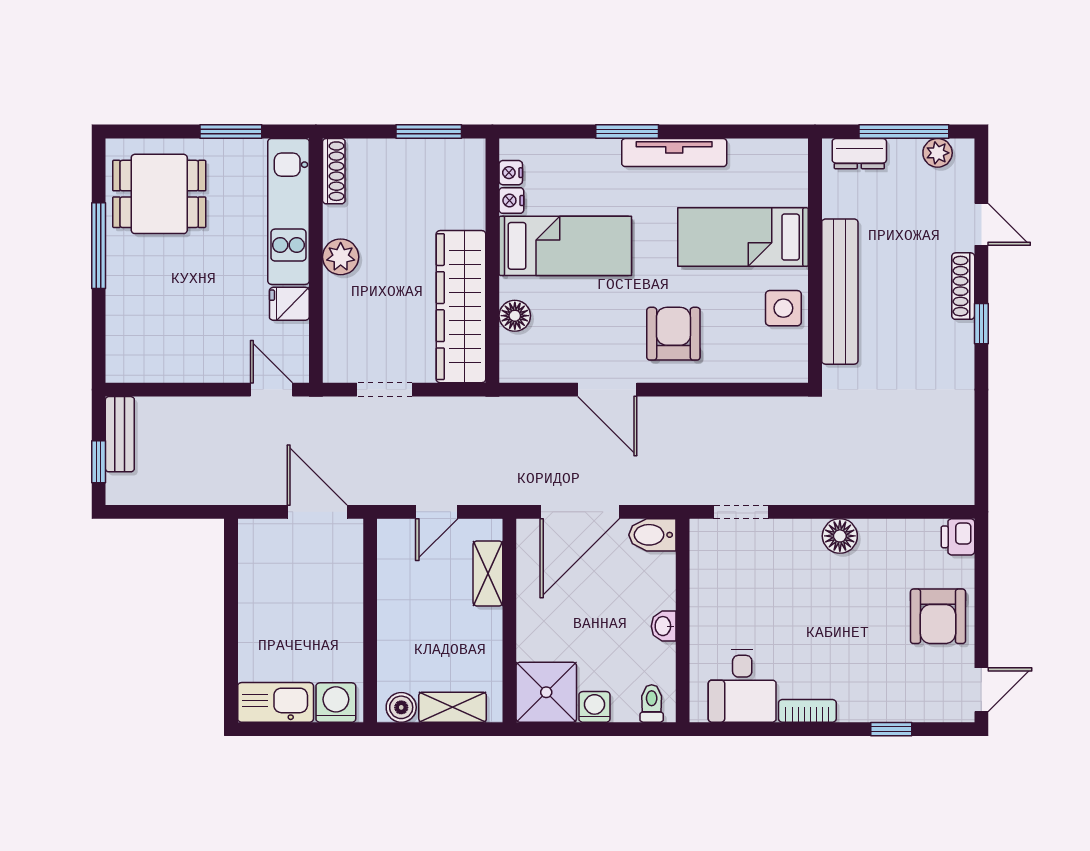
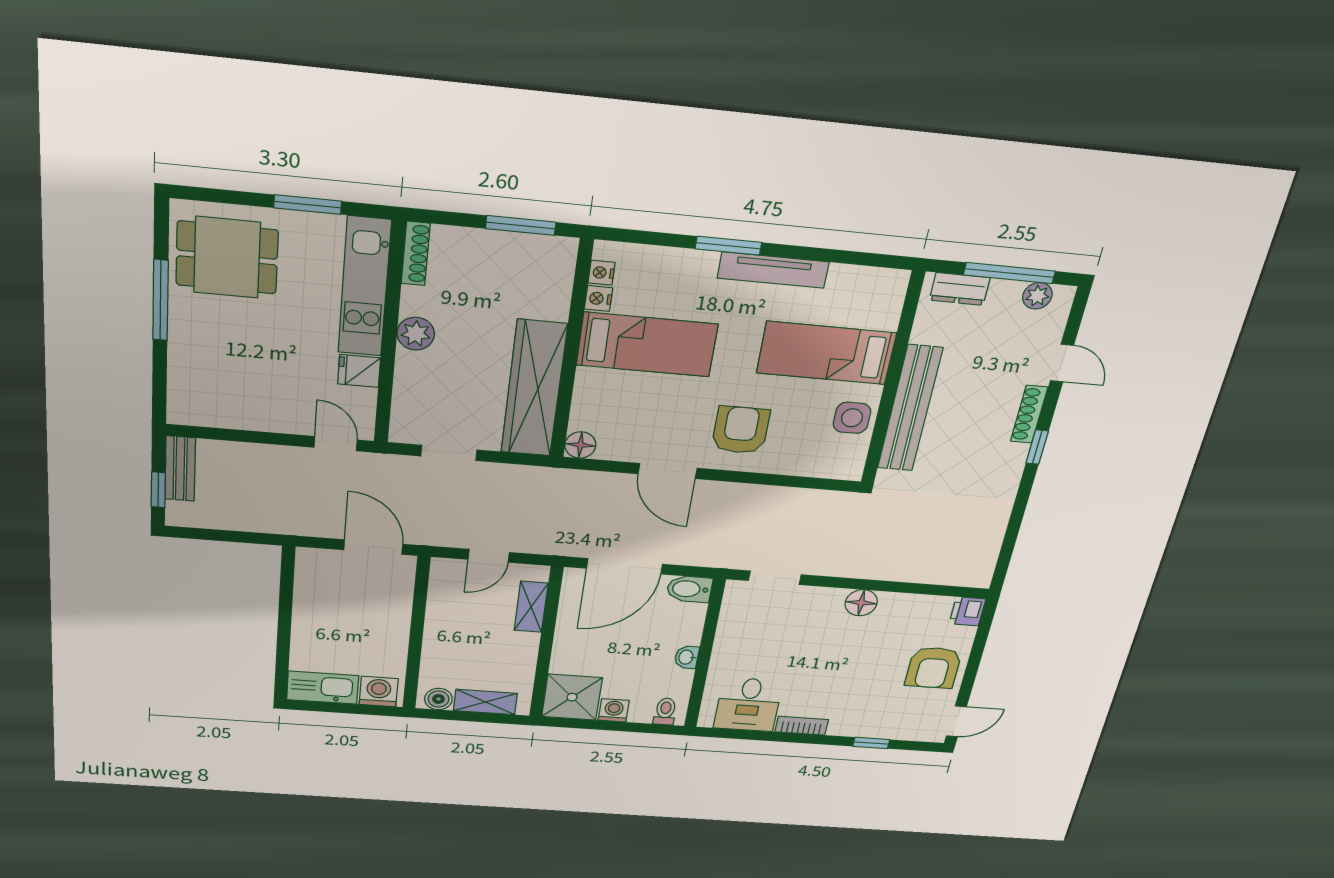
floor lamp: (515, 316) -> (580, 445), moved

